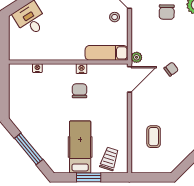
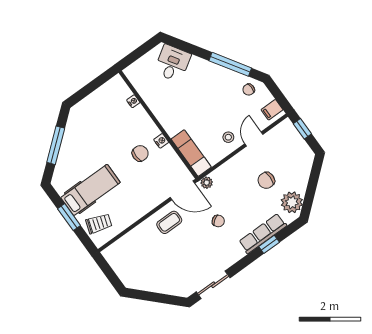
coffee table: (154, 137) -> (169, 222), moved

